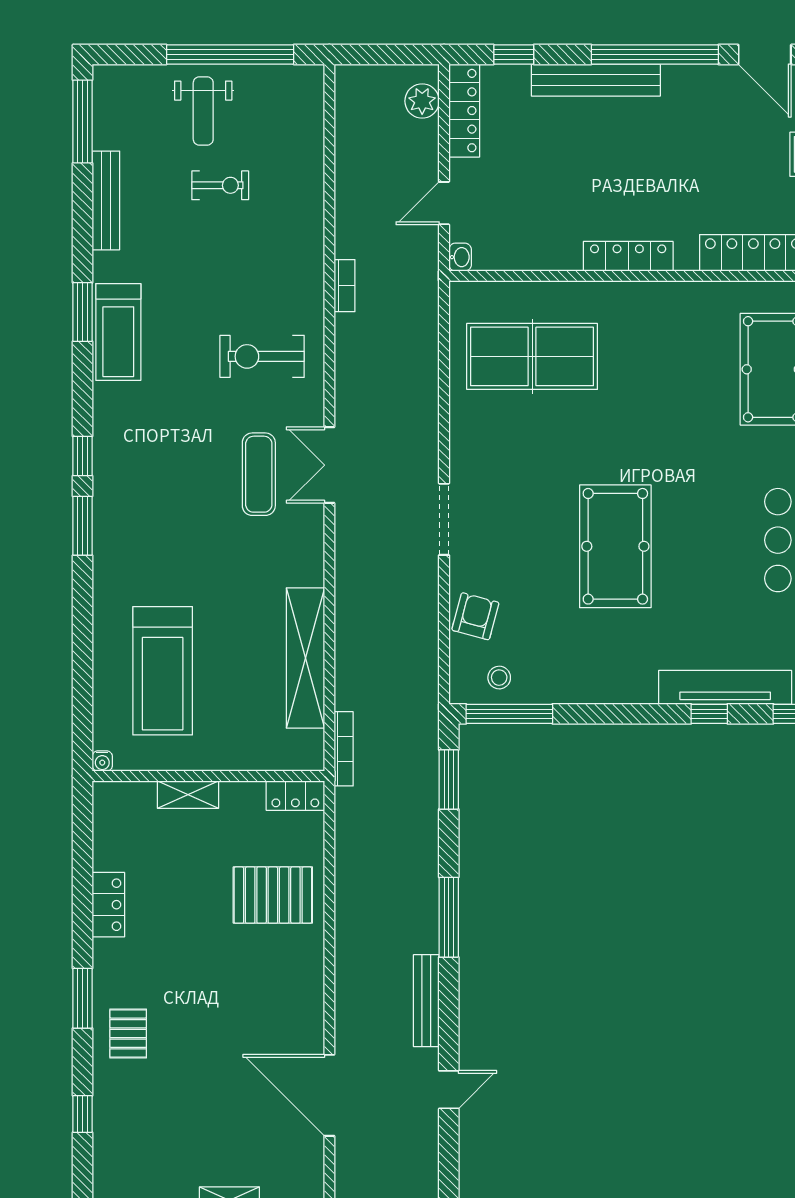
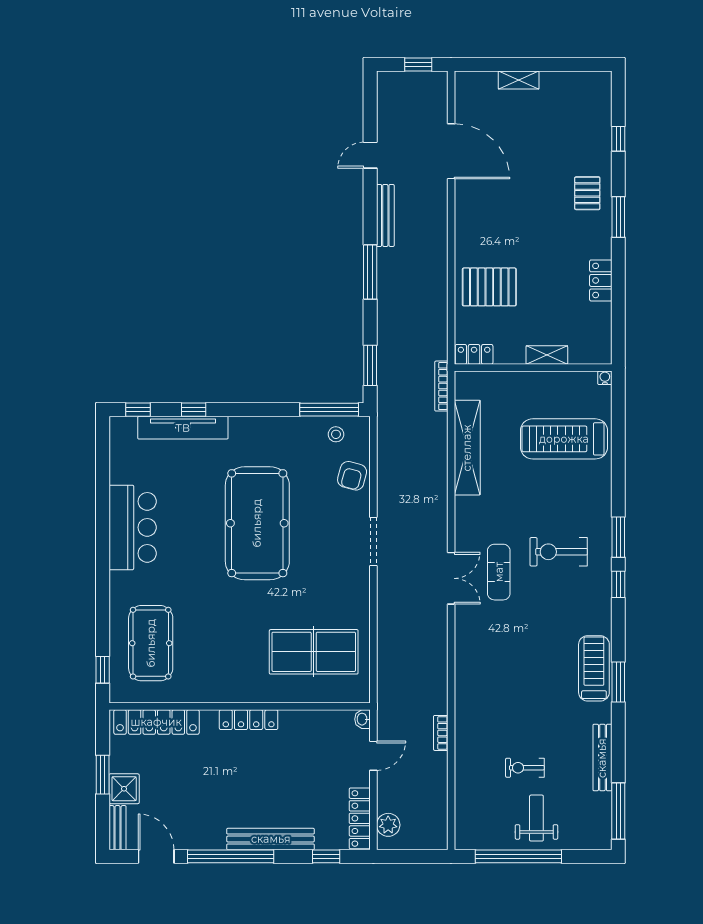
bookcase: (345, 286) -> (441, 733), moved
exercise bike: (262, 356) -> (559, 552), moved, turned 180
pool table: (615, 546) -> (257, 523), width x1.36, depth x1.32
treadmill: (163, 671) -> (564, 439), turned -90

